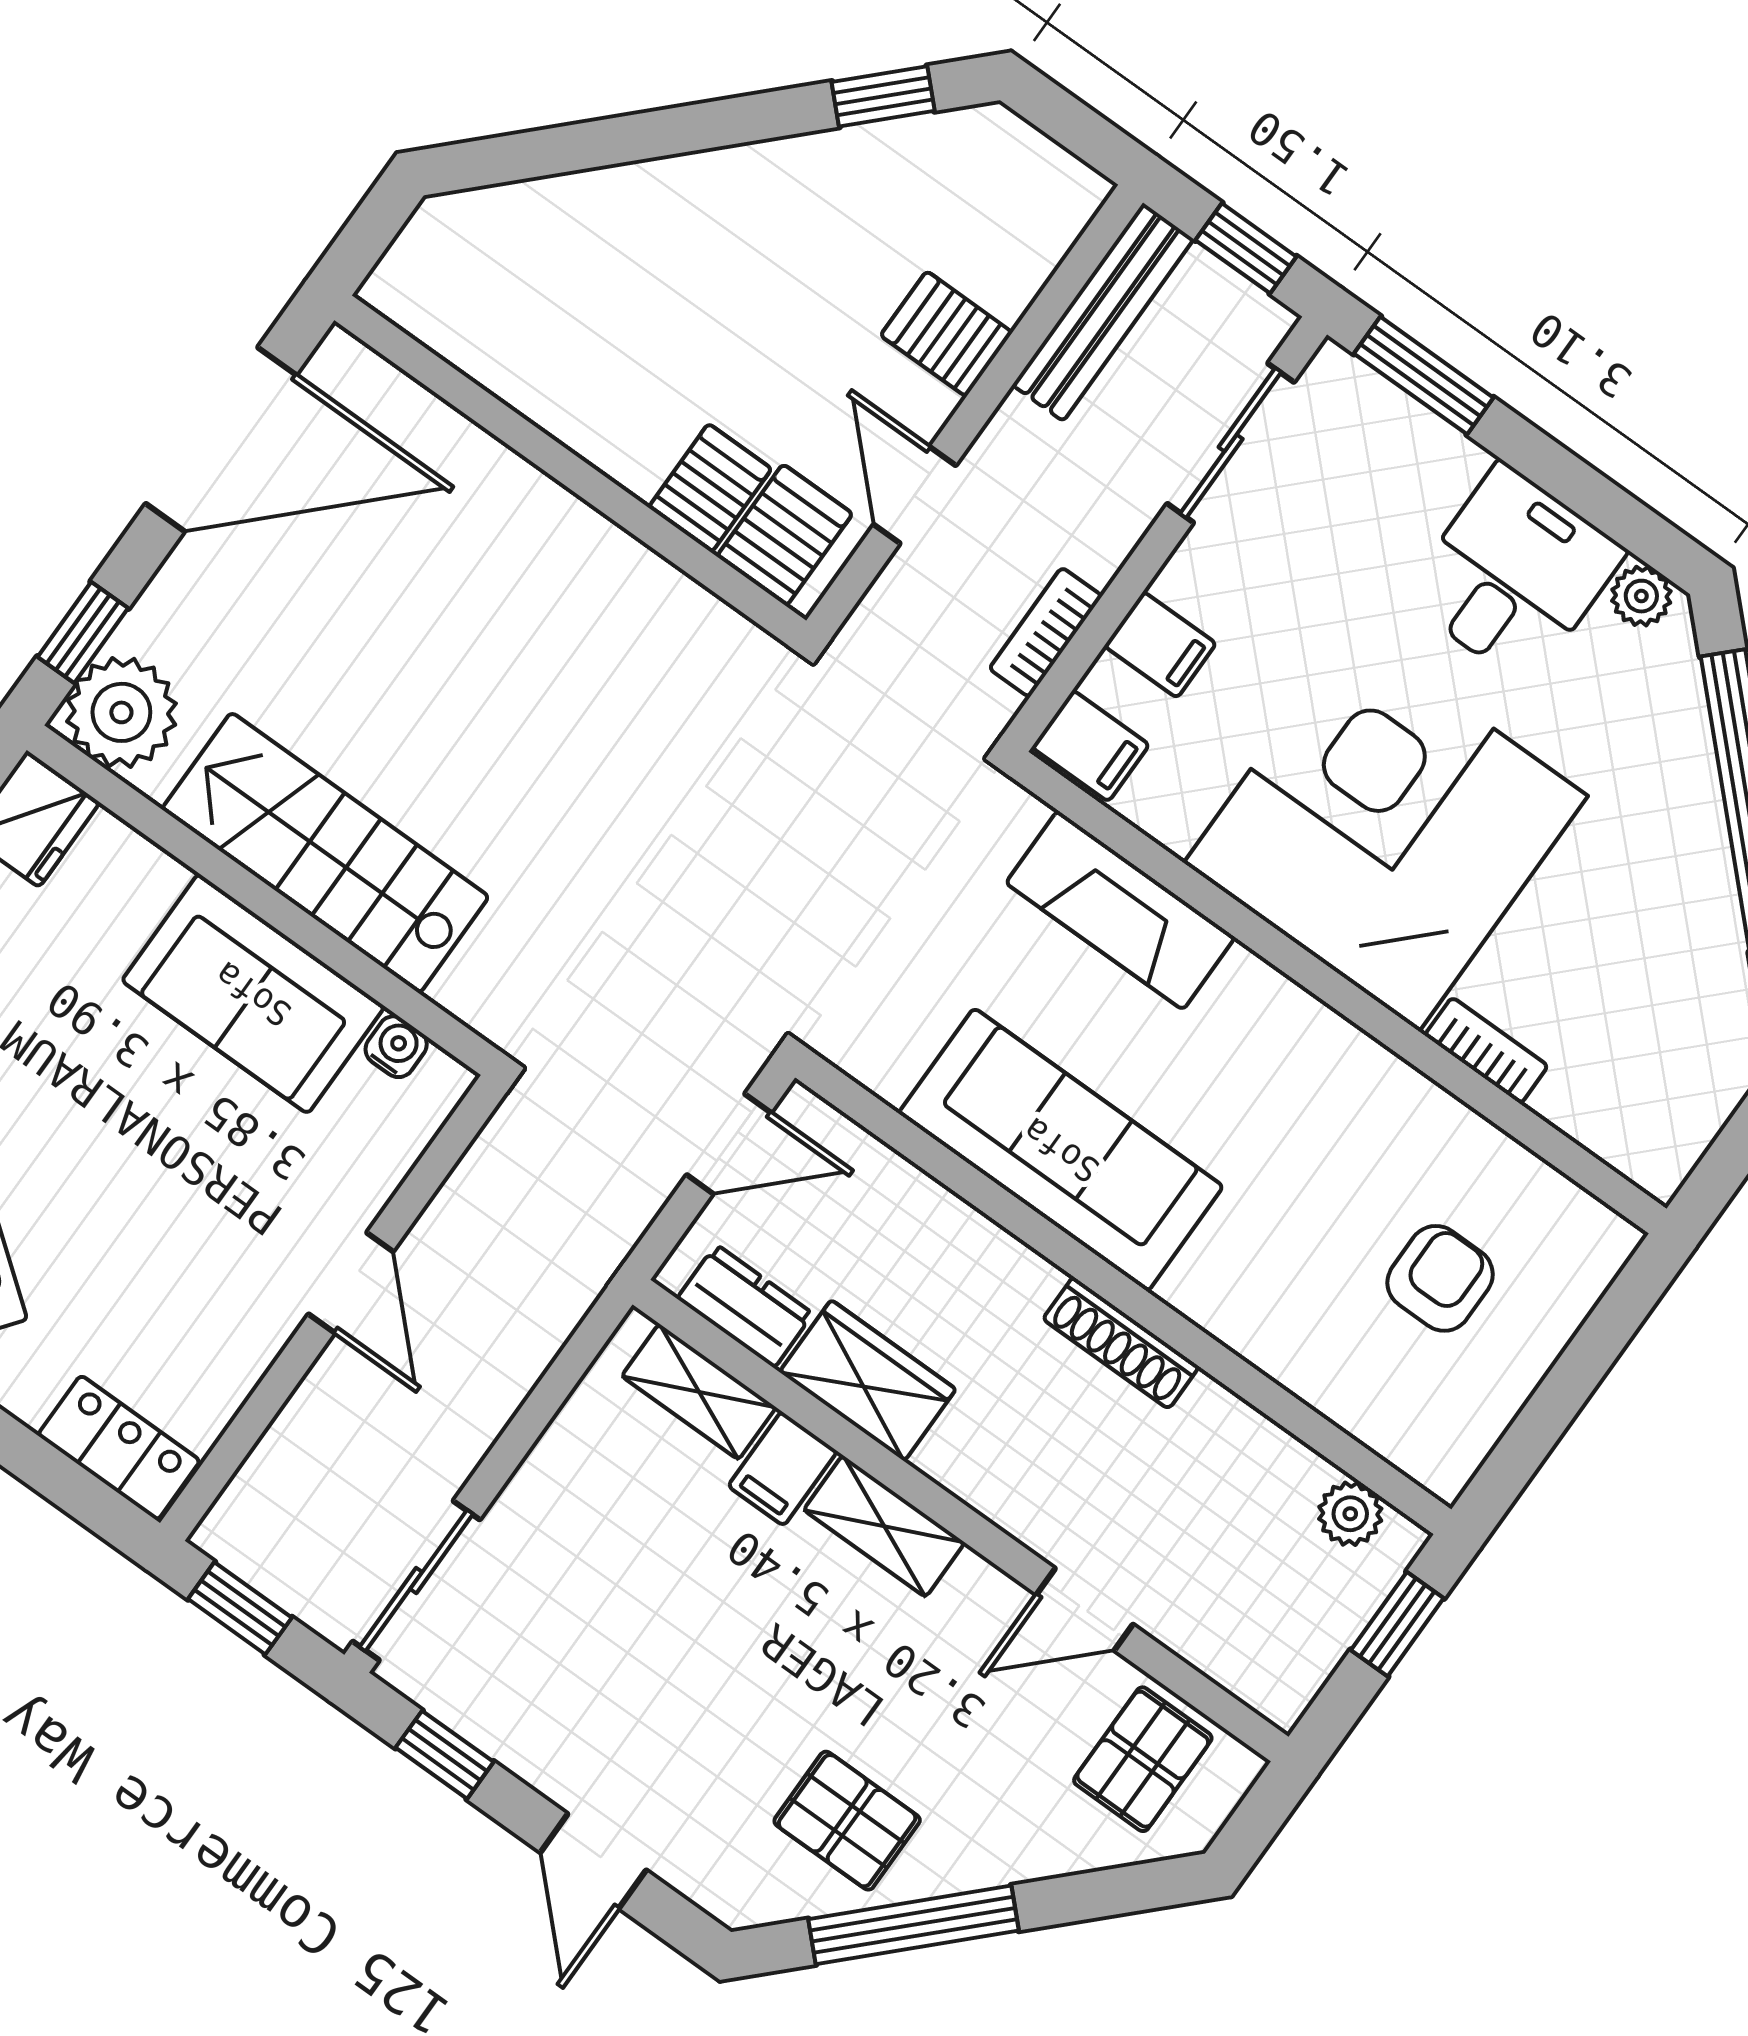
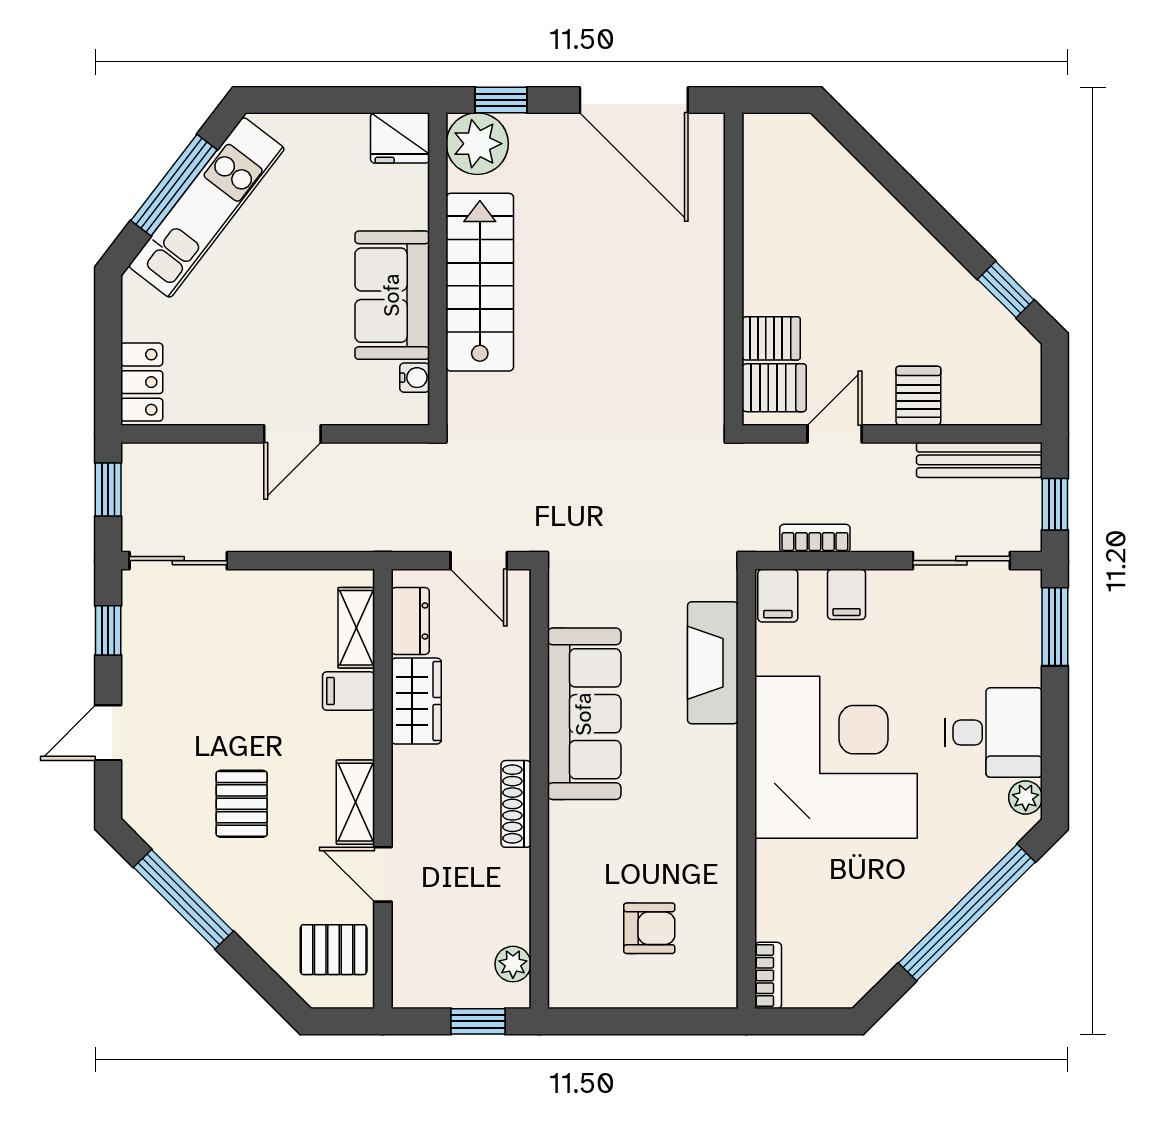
bookcase: (1486, 1051) -> (768, 975), moved
shelving: (884, 1526) -> (355, 802), moved
pallet: (847, 1821) -> (242, 804), moved

